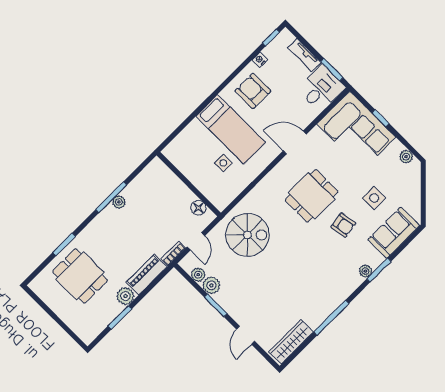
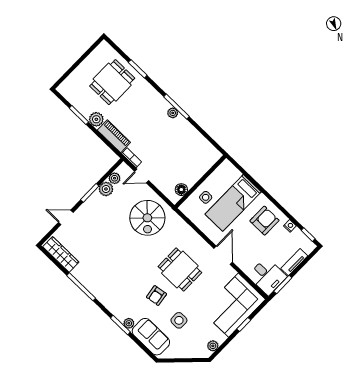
wall: (189, 184) -> (200, 181), moved
floor lamp: (198, 208) -> (181, 190), moved
plant: (365, 271) -> (129, 323), moved

